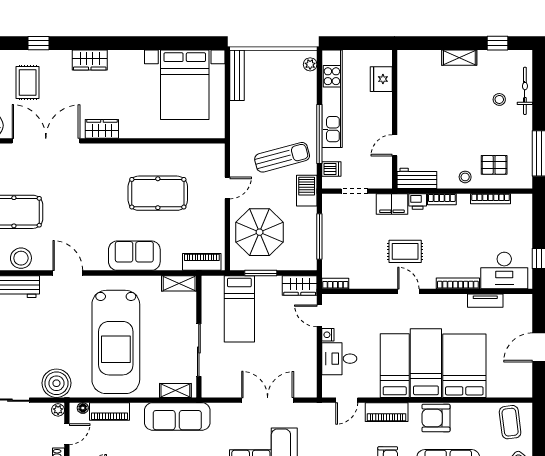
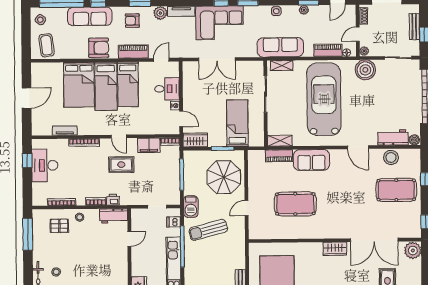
filing cabinet: (392, 204) -> (149, 145), moved, turned 180
piano: (202, 262) -> (279, 156), moved
desk: (504, 270) -> (45, 165), moved, turned -90

